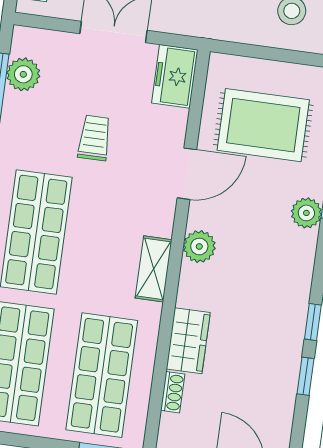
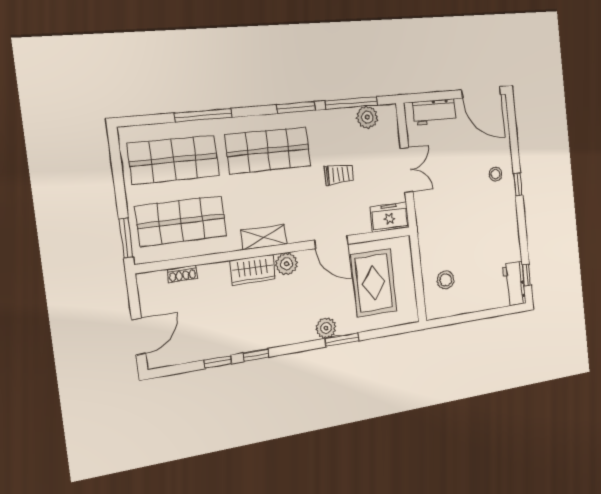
wardrobe: (188, 341) -> (253, 270), moved

